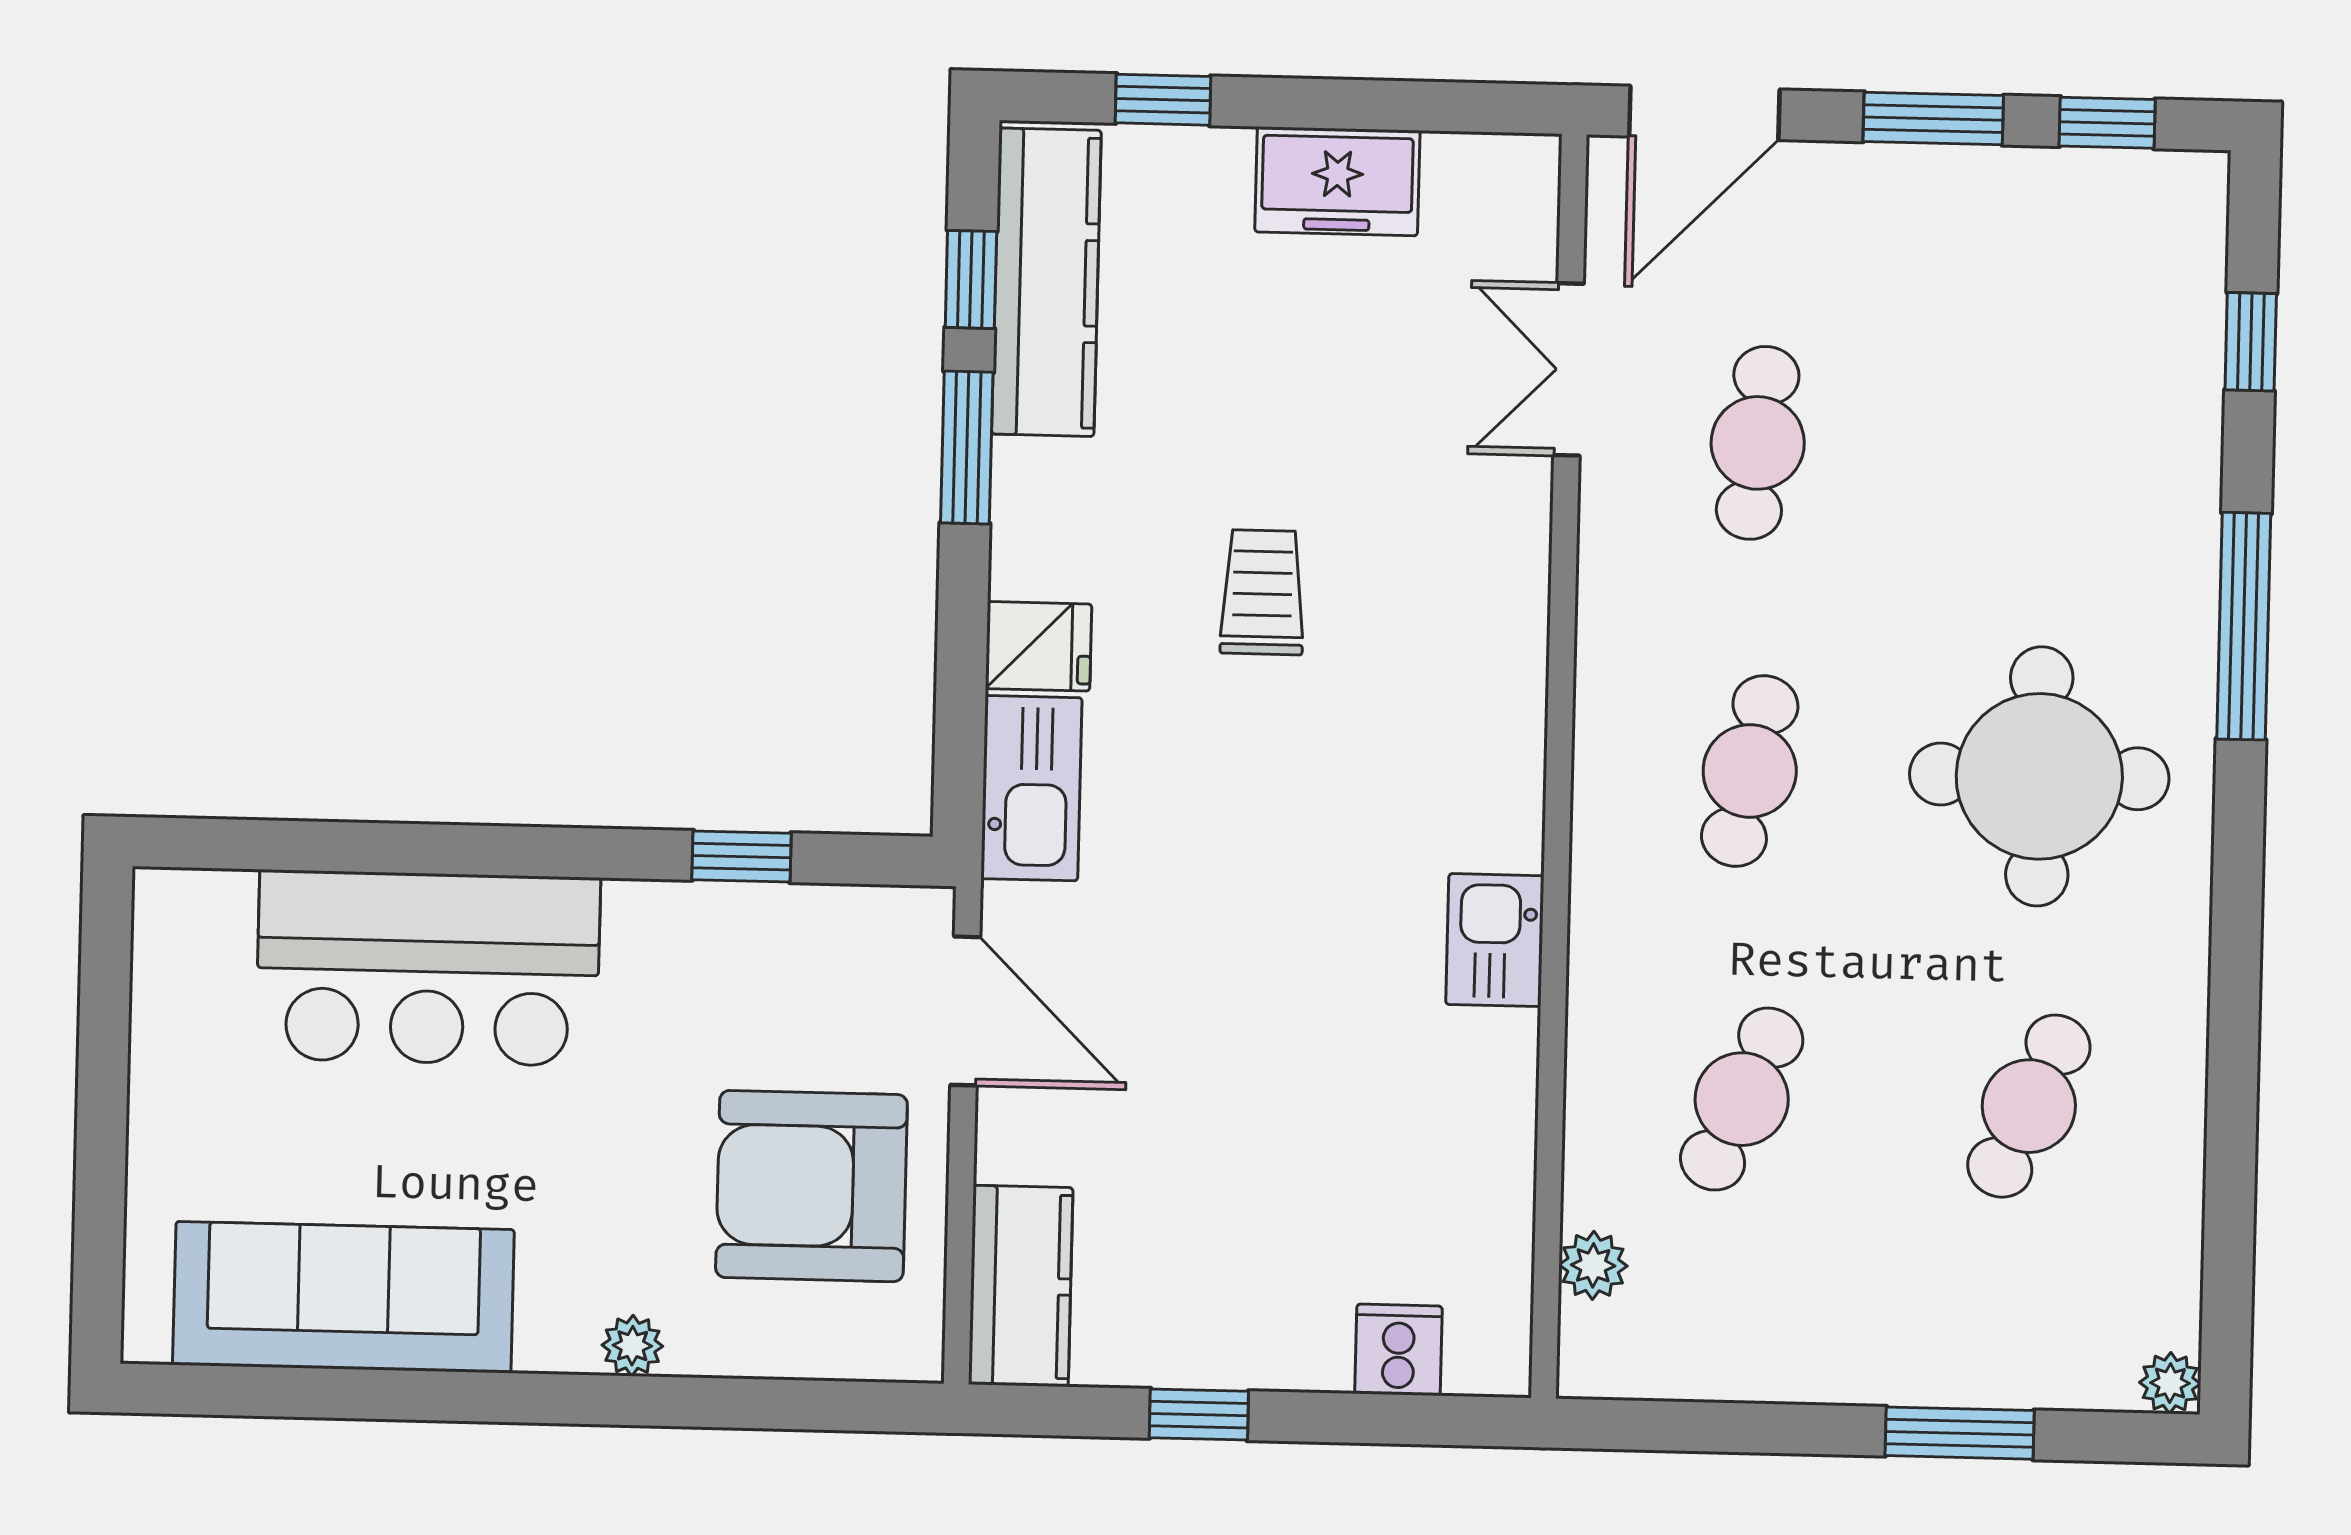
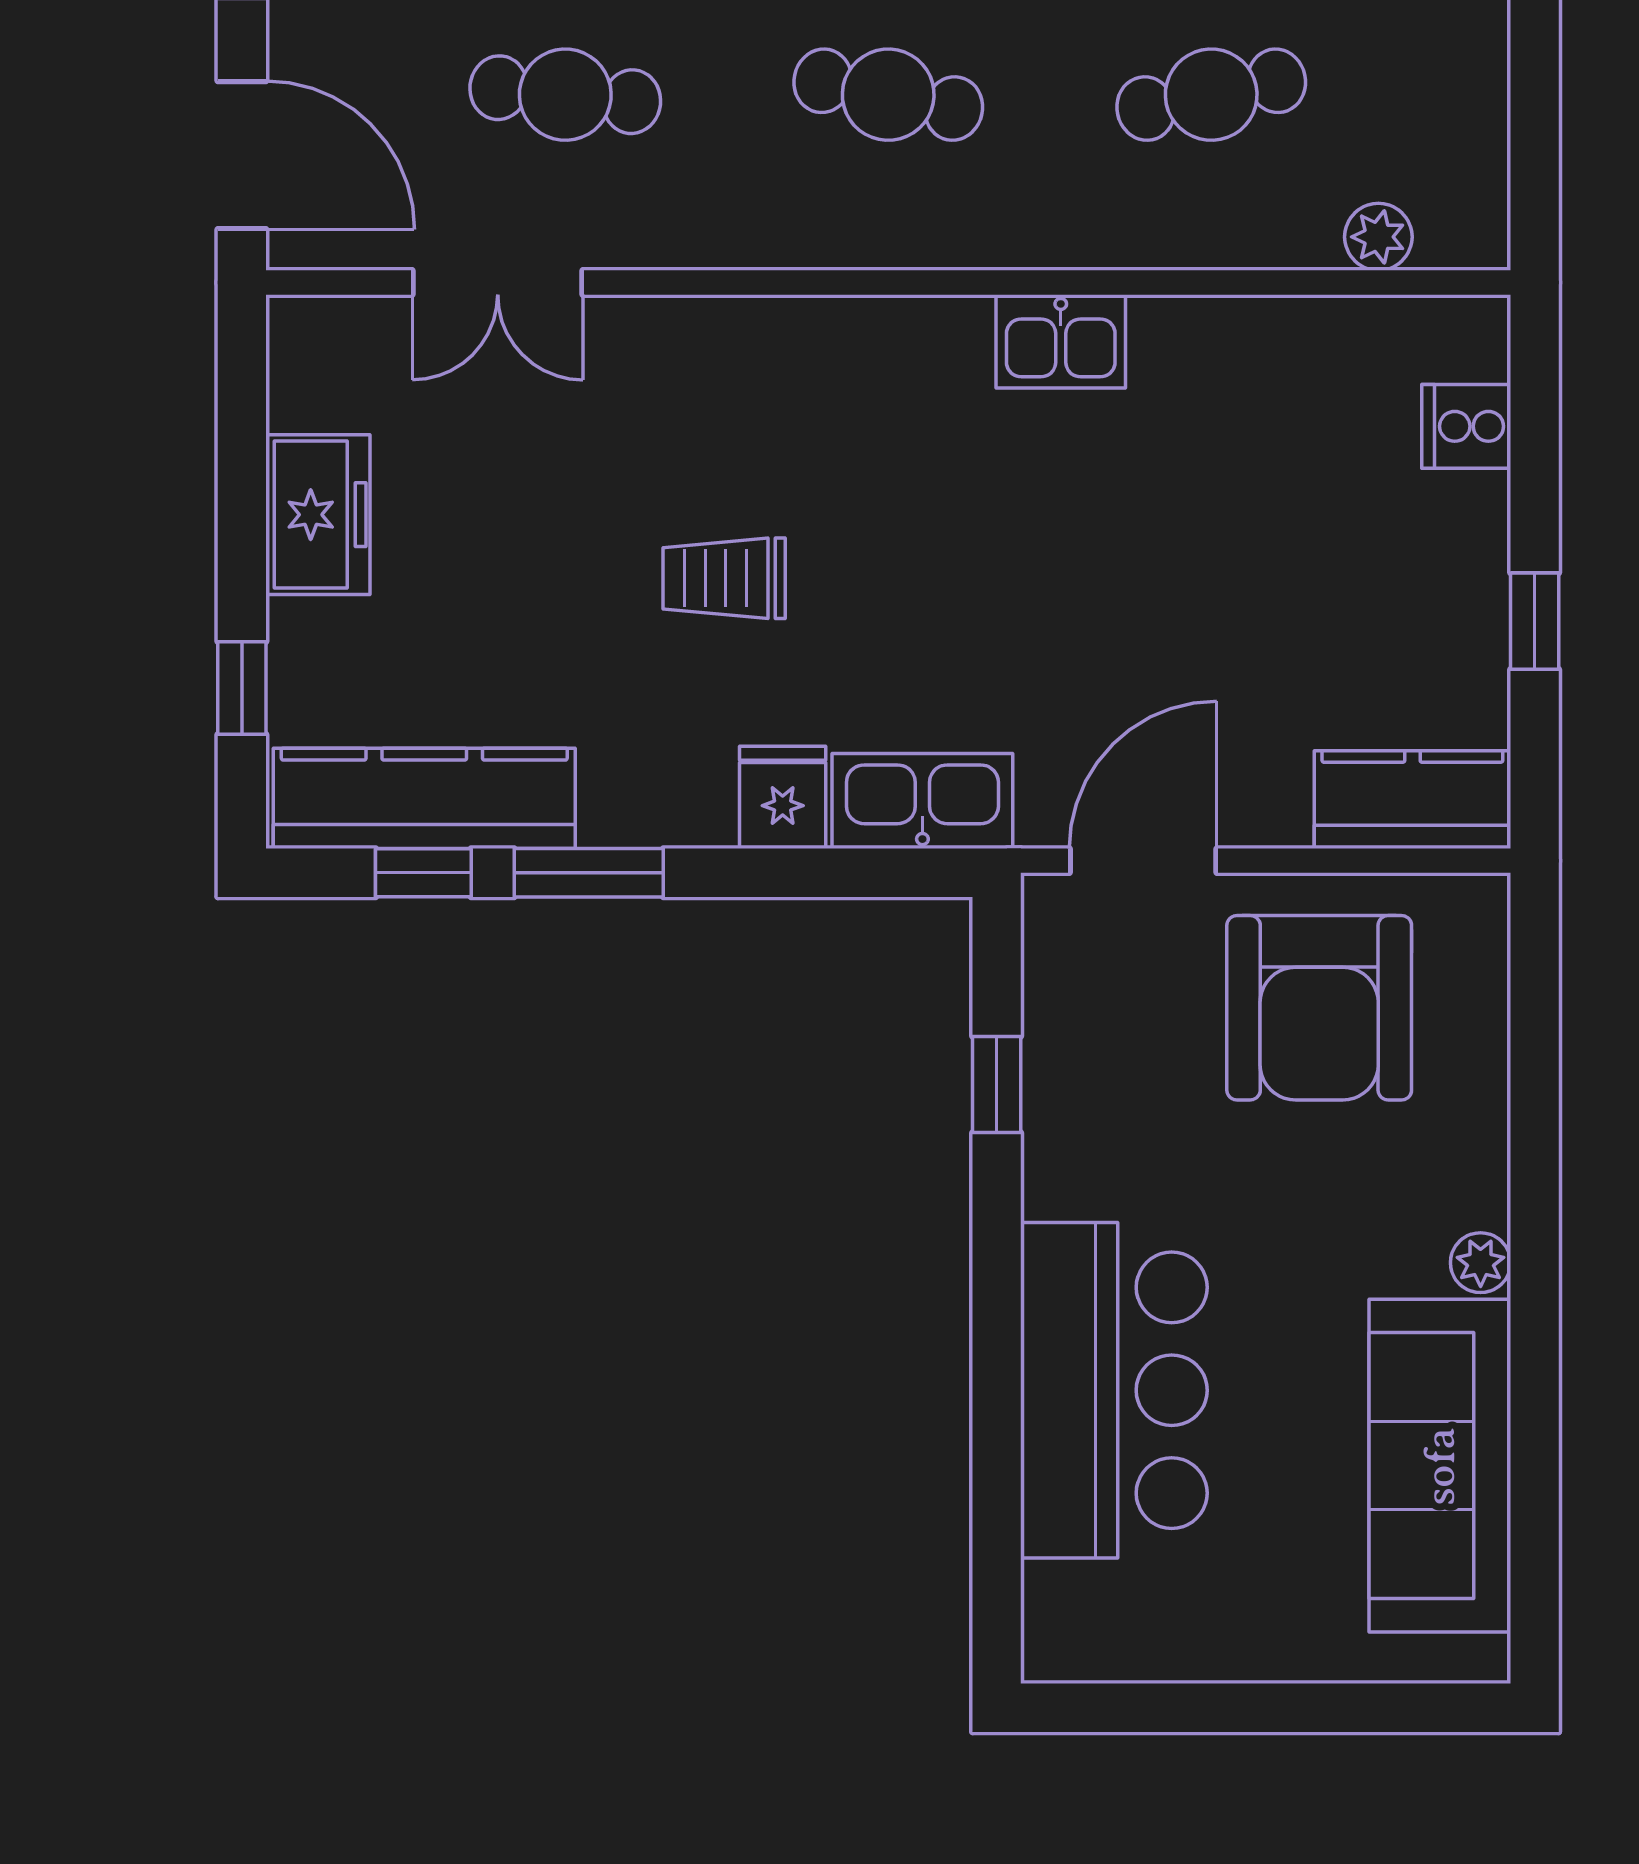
cafe table: (1742, 1099) -> (1211, 95), turned -36
plant: (632, 1346) -> (1481, 1263), moved

